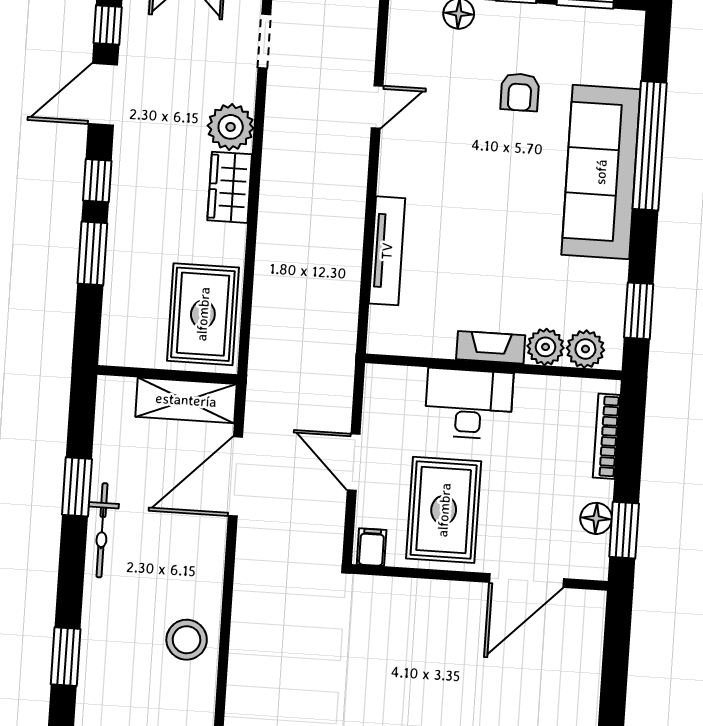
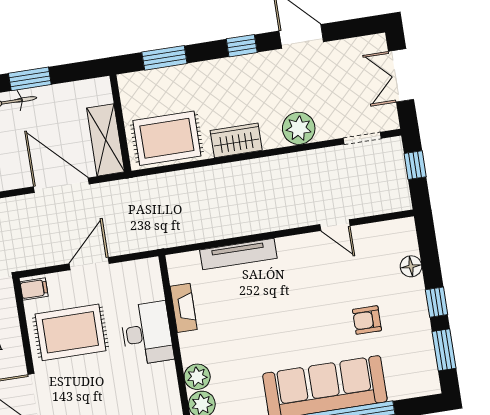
window: (108, 25) -> (349, 29), removed
wardrobe: (230, 187) -> (236, 140), moved
window: (92, 253) -> (164, 58), moved
fireplace: (491, 347) -> (184, 308), moved

